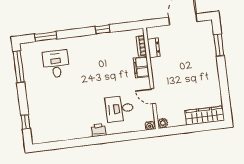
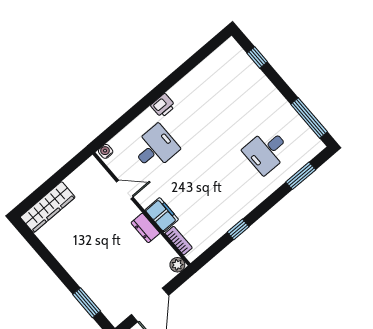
dresser: (154, 48) -> (145, 228), moved
desk: (56, 64) -> (267, 151), turned 90
plant: (163, 123) -> (177, 265), moved

